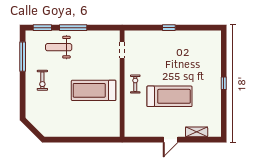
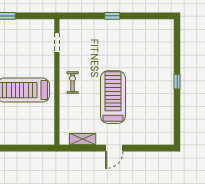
treadmill: (170, 96) -> (113, 97), turned -90
shelving: (197, 132) -> (83, 139), moved

